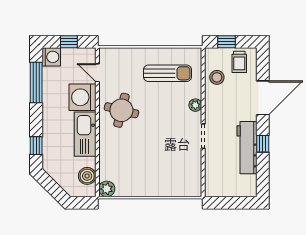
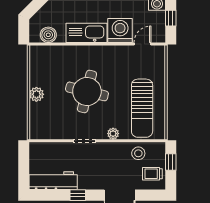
sun lounger: (168, 73) -> (142, 108), width x1.36, depth x1.34
round table: (121, 110) -> (87, 91), moved, width x1.36, depth x1.36
workbench: (247, 148) -> (53, 181), moved
plant: (107, 189) -> (36, 94), moved

